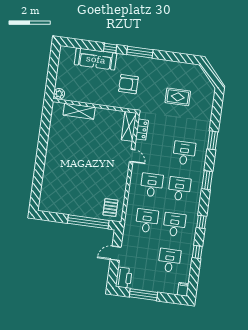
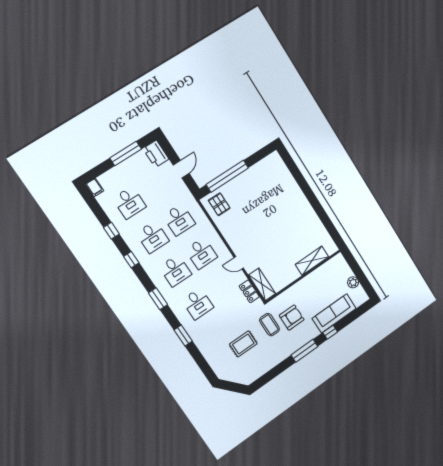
plant: (59, 94) -> (353, 282), moved
coffee table: (148, 94) -> (270, 325), added

